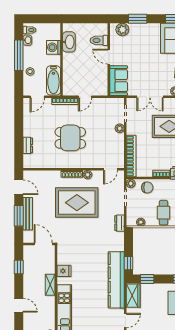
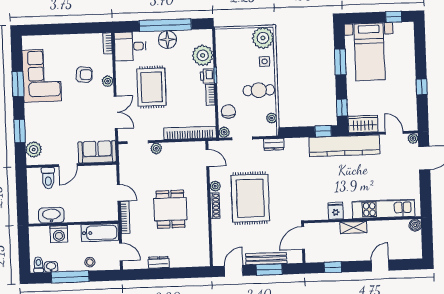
dresser: (28, 145) -> (159, 262), moved

